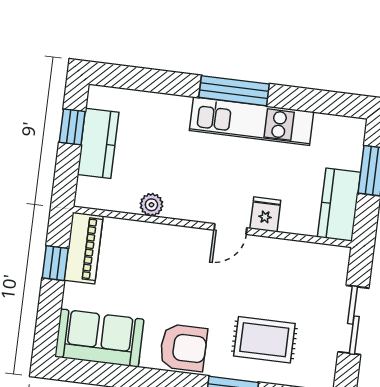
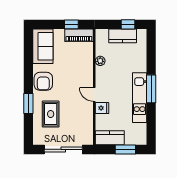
sliding door: (353, 320) -> (63, 149), width x1.37

